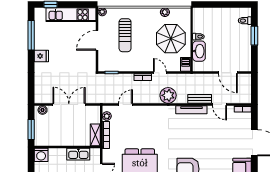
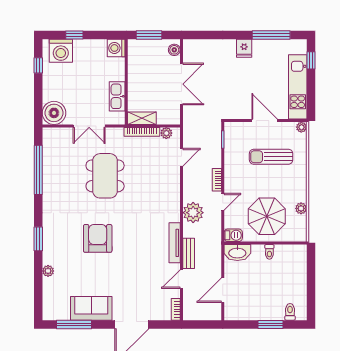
washbasin: (199, 51) -> (237, 253), moved
door: (125, 104) -> (181, 157), hinge flipped

